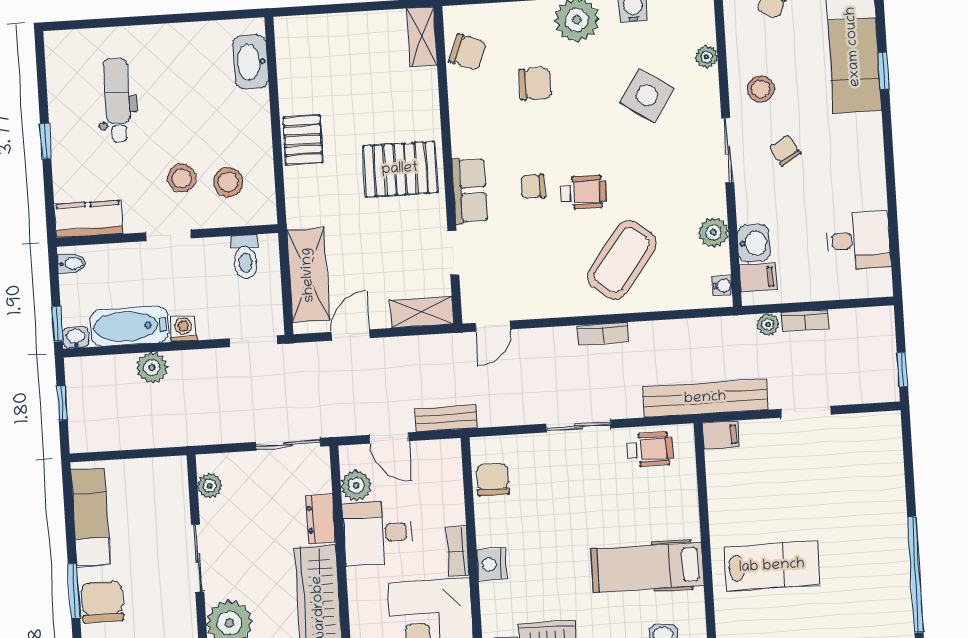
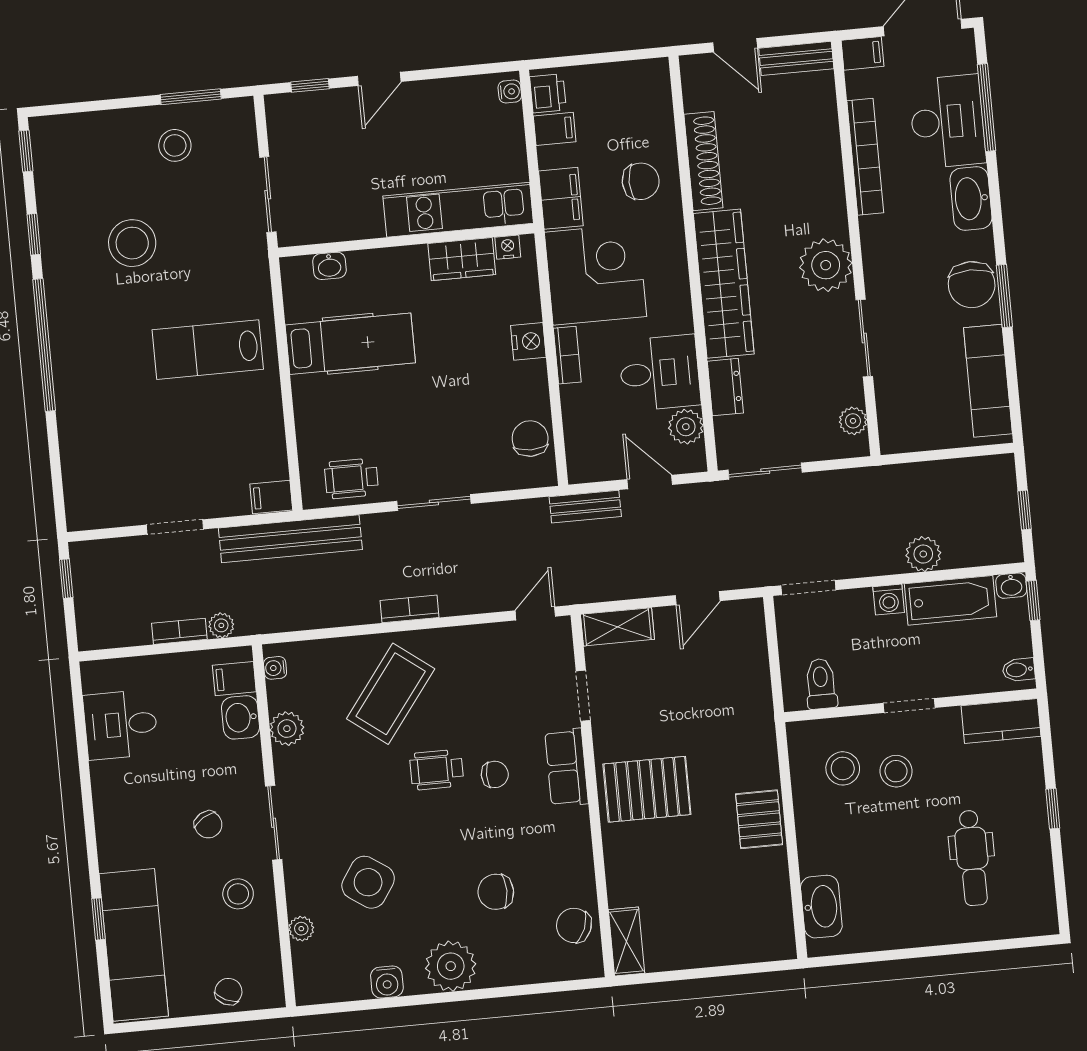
shelving: (308, 275) -> (748, 665), removed
chair: (493, 479) -> (530, 439), turned 180

